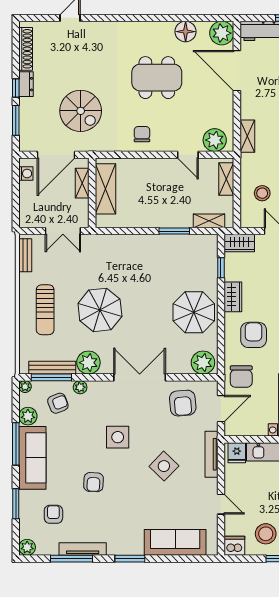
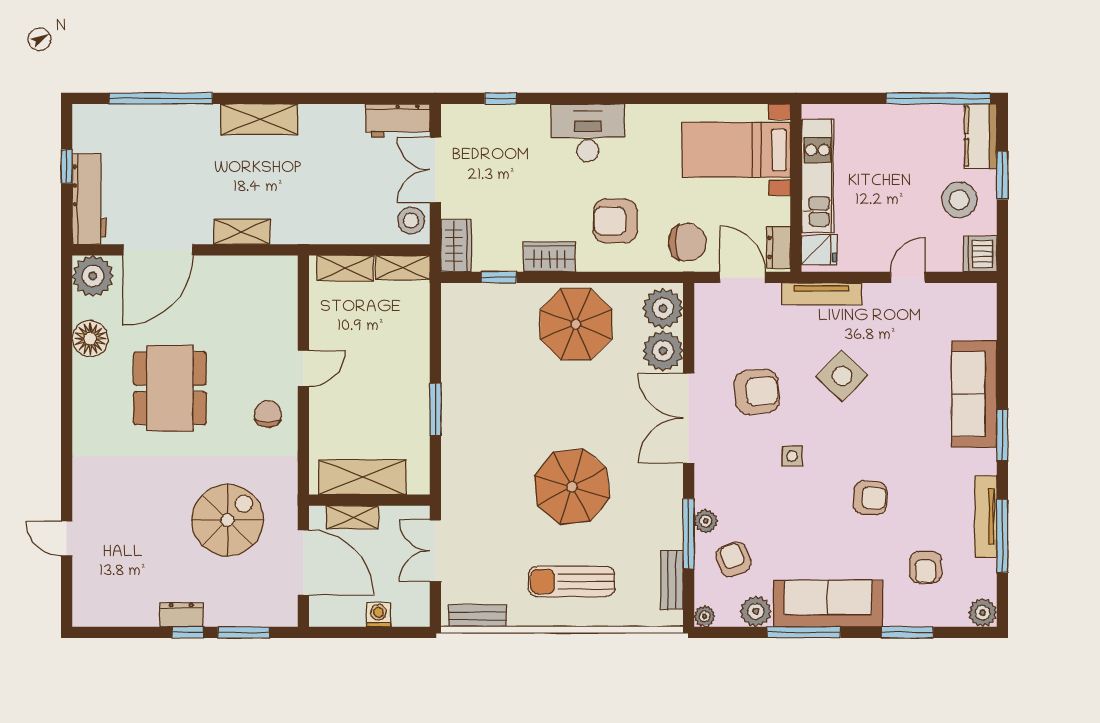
shoe rack: (26, 49) -> (120, 615), removed
chair: (142, 134) -> (268, 414), turned 90
shelving: (247, 136) -> (242, 232), moved
plant: (215, 140) -> (278, 288), removed
door: (188, 155) -> (303, 368), moved
washing machine: (26, 174) -> (378, 615), moved
stool: (262, 193) -> (411, 220), moved
shelving: (209, 221) -> (403, 267), moved, turned 90
double door: (63, 231) -> (435, 551), swing flipped
window: (174, 231) -> (435, 410), moved
sun lounger: (45, 310) -> (572, 581), turned 180
plant: (88, 363) -> (663, 351), moved
bench: (52, 368) -> (672, 580), width x0.73
window: (51, 377) -> (689, 534), moved
armchair: (183, 403) -> (757, 392), moved
dresser: (238, 429) -> (779, 248), added
side table: (118, 437) -> (792, 456), width x0.54, depth x0.54
armchair: (53, 514) -> (926, 567), turned -90
sofa: (175, 542) -> (974, 394), moved

